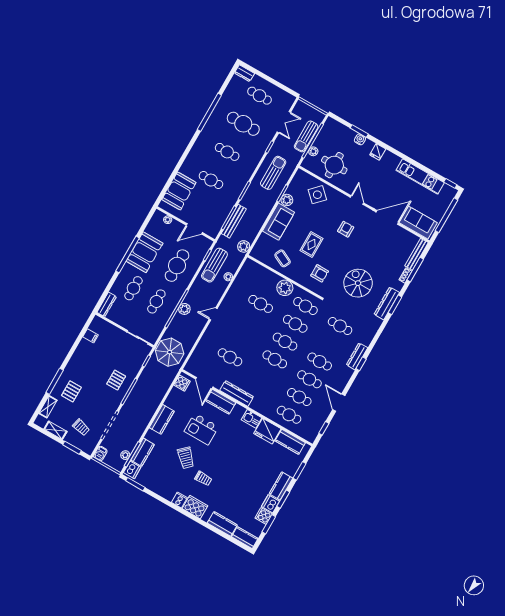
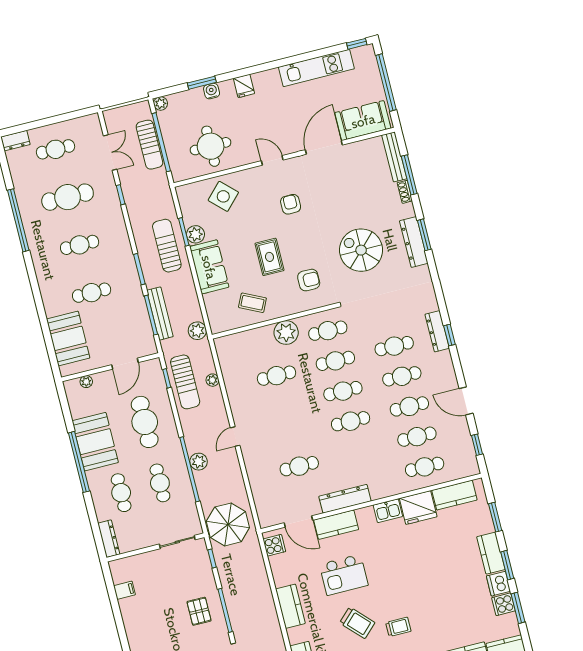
plant: (313, 151) -> (161, 103), moved
sun lounger: (273, 173) -> (167, 246), moved
cafe table: (340, 326) -> (394, 346), moved

